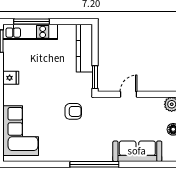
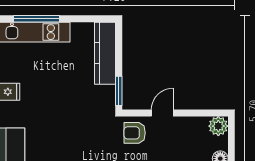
armchair: (73, 111) -> (135, 133), moved, turned 180

